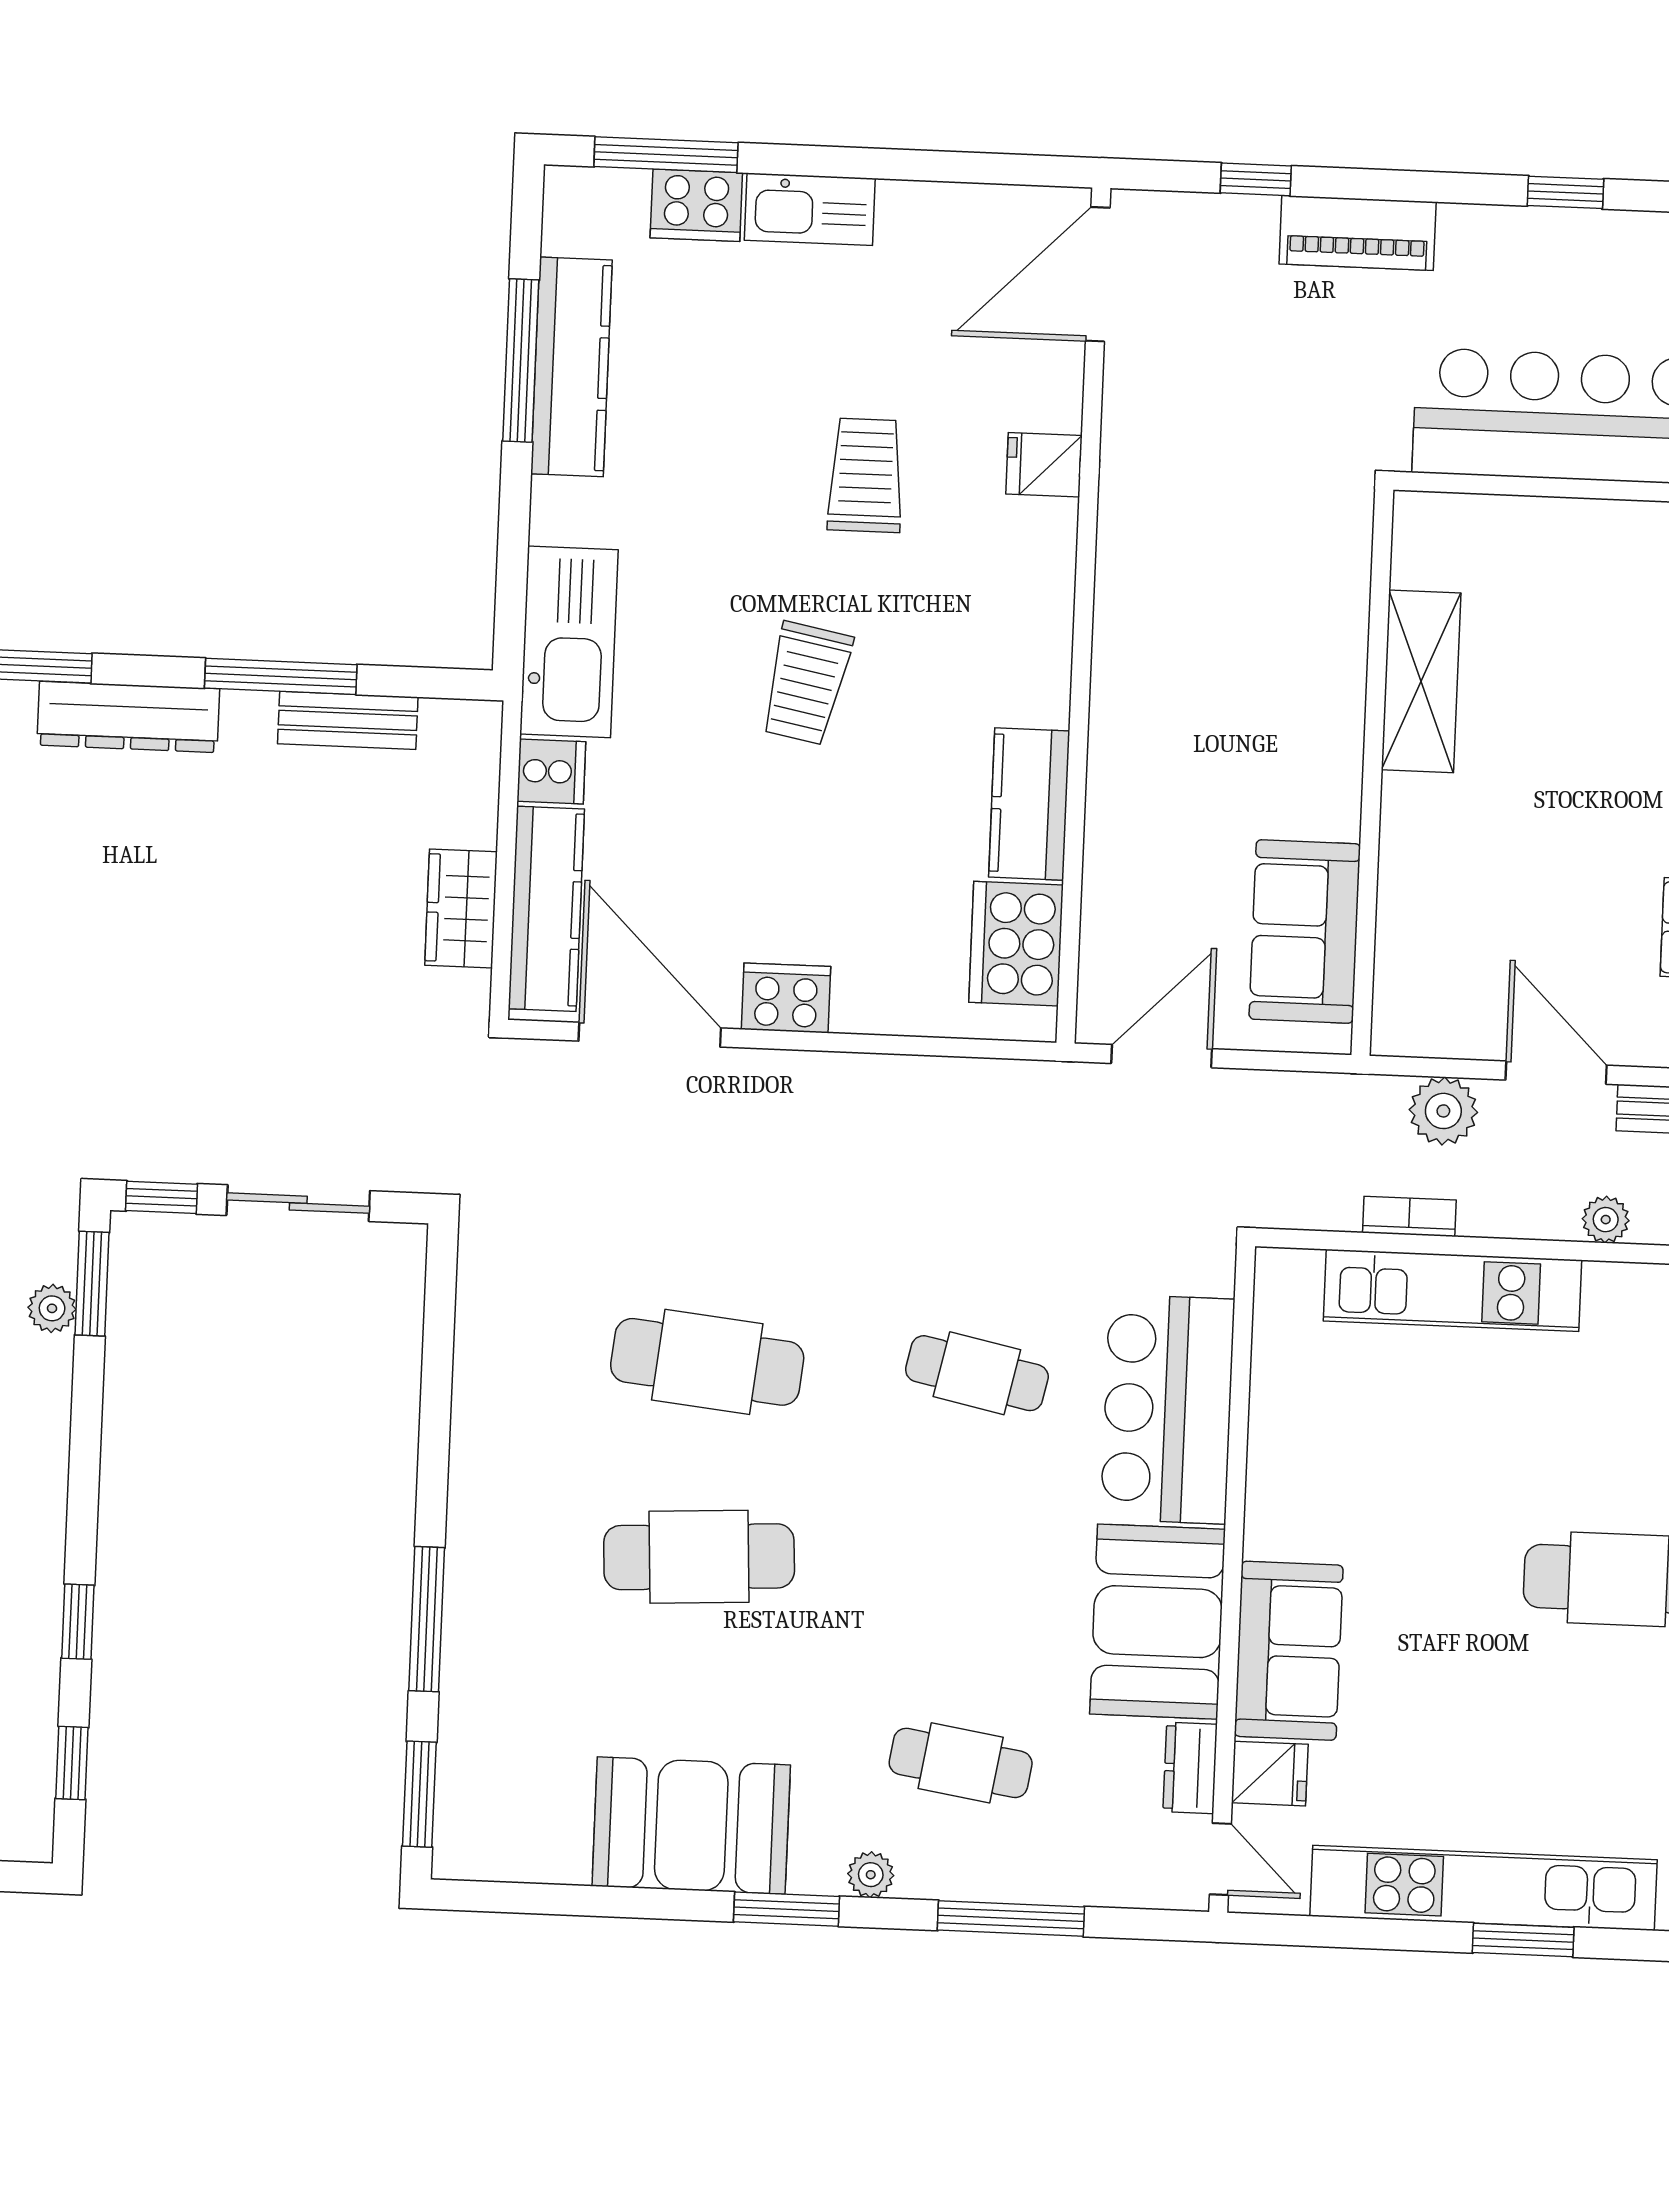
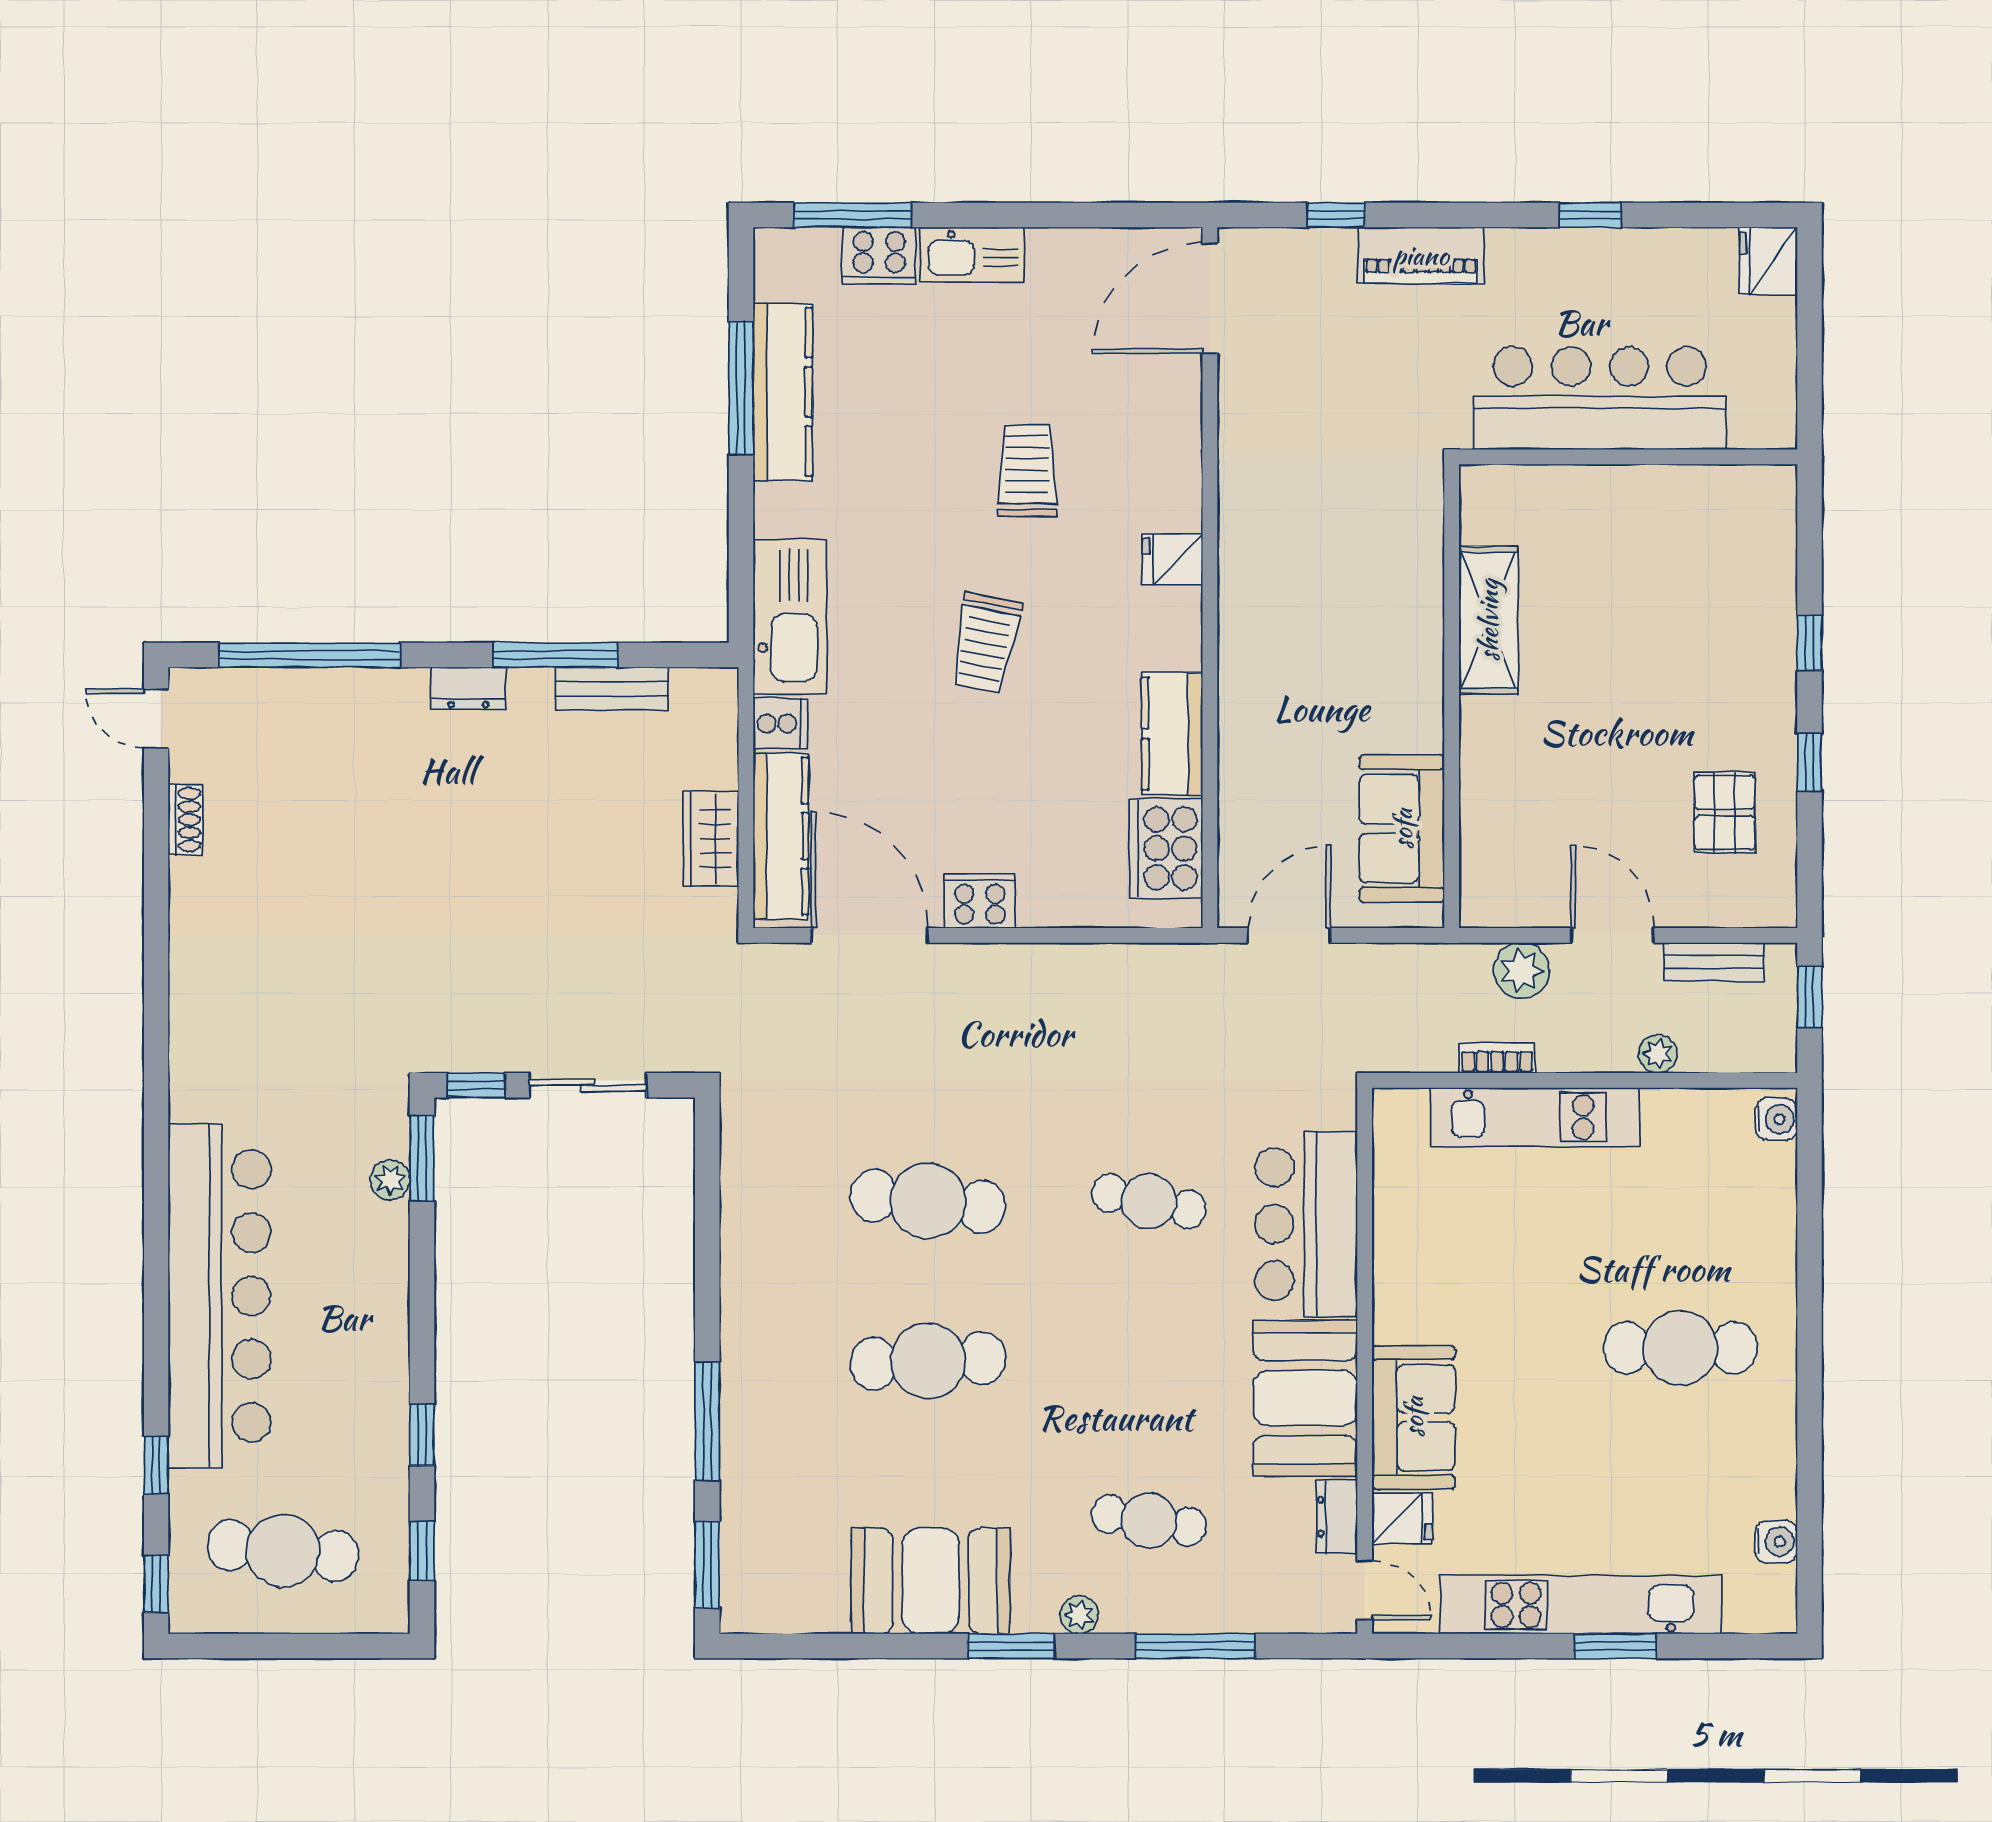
fridge: (1044, 465) -> (1173, 559), moved
dresser: (128, 717) -> (468, 688), width x0.51, depth x0.80

